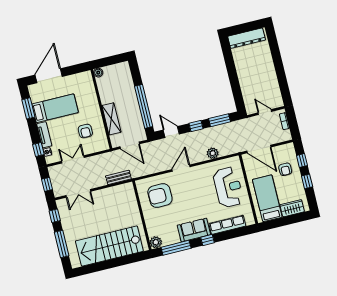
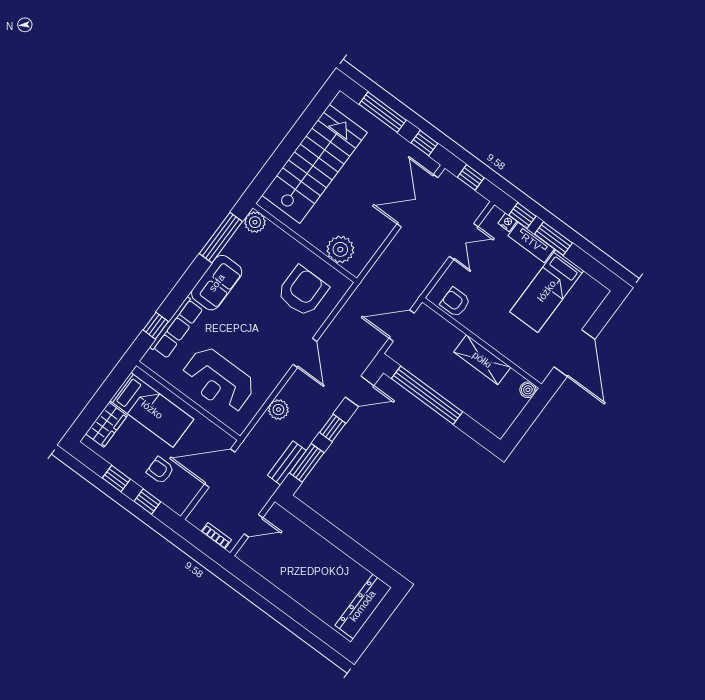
door: (49, 76) -> (574, 353), moved
window: (28, 108) -> (553, 239), moved
shelving: (111, 119) -> (482, 360), moved
armchair: (85, 131) -> (455, 302), moved
bench: (118, 177) -> (287, 463), moved
double door: (78, 193) -> (417, 201), width x1.37
plant: (129, 200) -> (340, 249), added
window: (207, 240) -> (156, 326), moved

